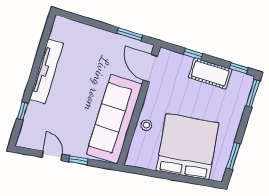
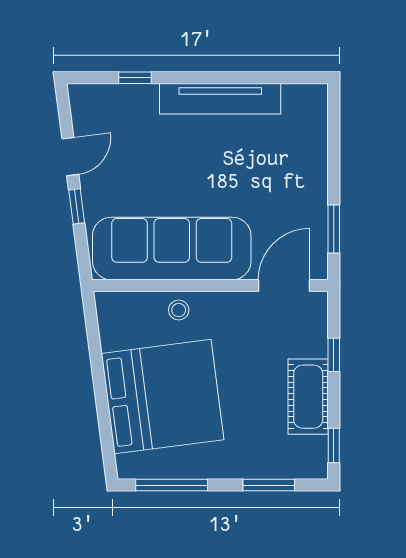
window: (253, 93) -> (269, 485), moved
window: (233, 156) -> (172, 485), width x1.44

